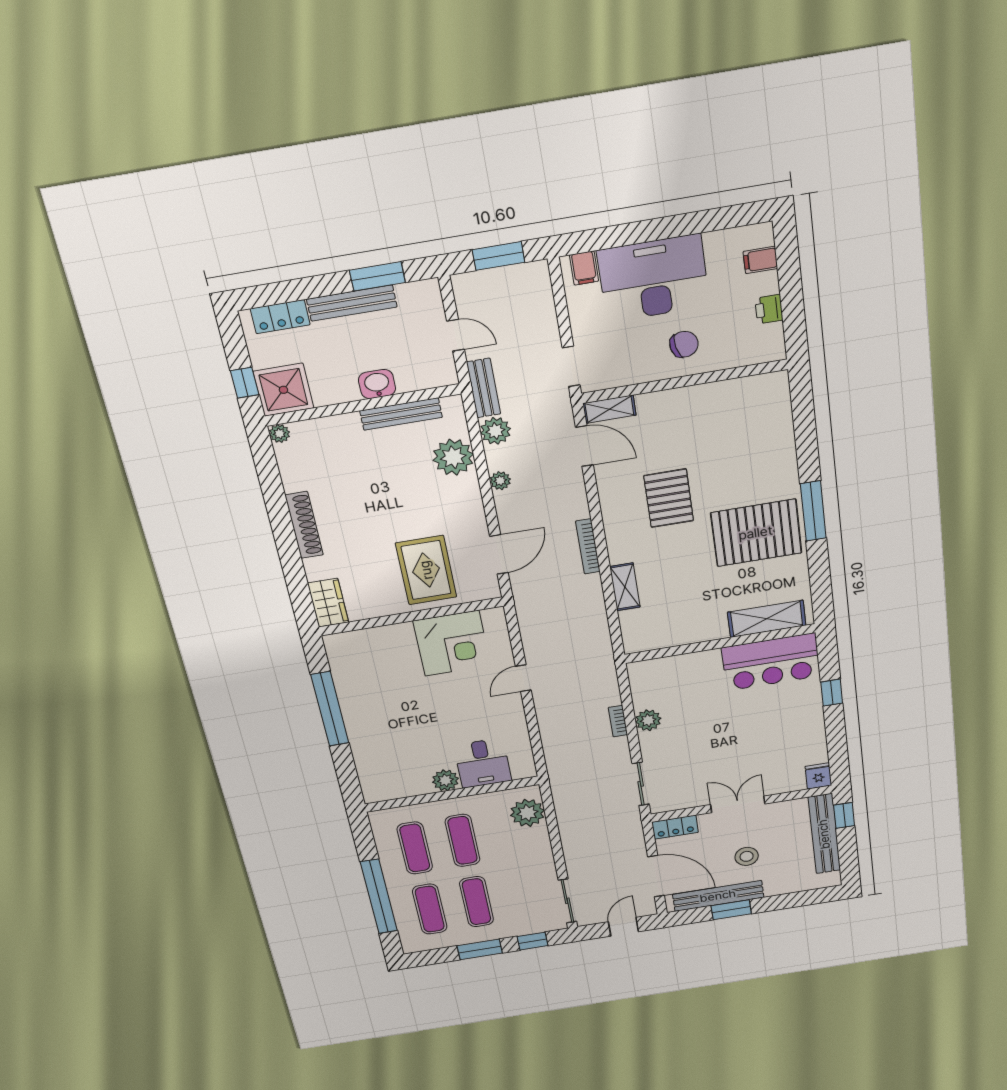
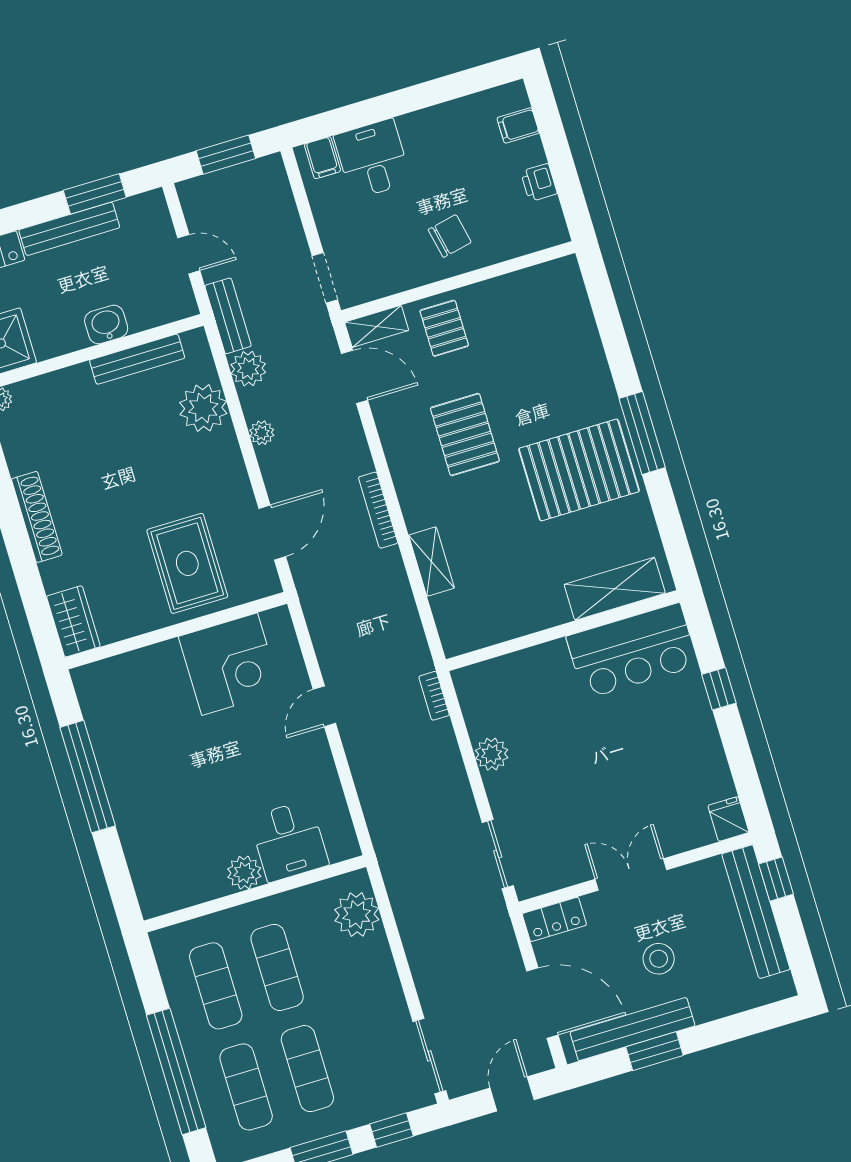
desk: (653, 278) -> (373, 159), width x0.53, depth x0.77
pallet: (666, 416) -> (444, 328), added
bookcase: (618, 721) -> (434, 696), moved

